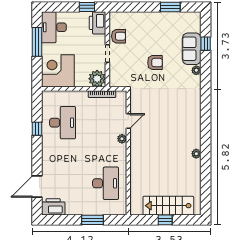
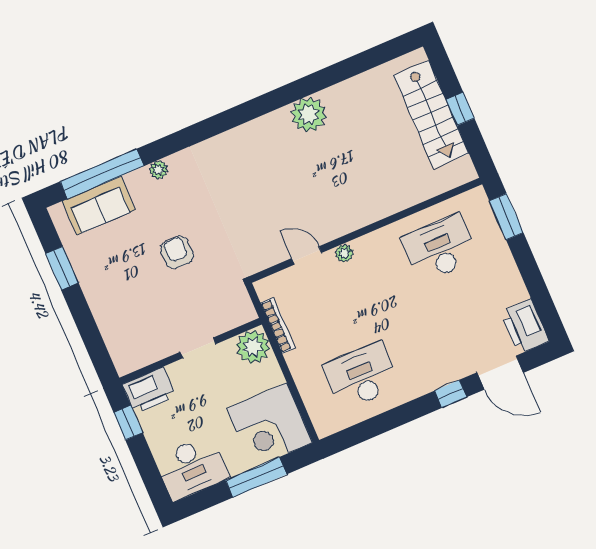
armchair: (119, 36) -> (157, 341), removed
window: (37, 42) -> (256, 477), moved
window: (206, 44) -> (102, 174), width x3.17
sofa: (192, 49) -> (99, 206), moved
window: (37, 129) -> (451, 394), moved
plant: (196, 154) -> (309, 115), width x1.88, depth x1.88
window: (92, 220) -> (506, 217), moved

